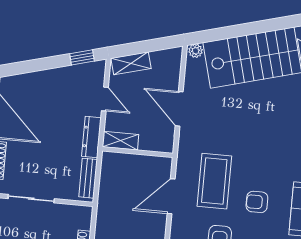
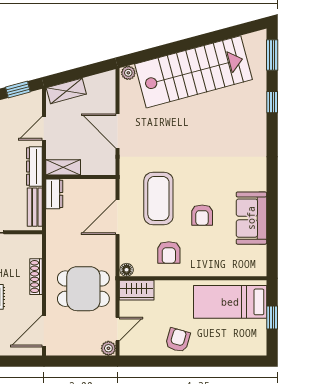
door: (105, 99) -> (44, 128), swing flipped
dresser: (109, 167) -> (54, 194), added
armchair: (257, 202) -> (202, 215), turned -90

